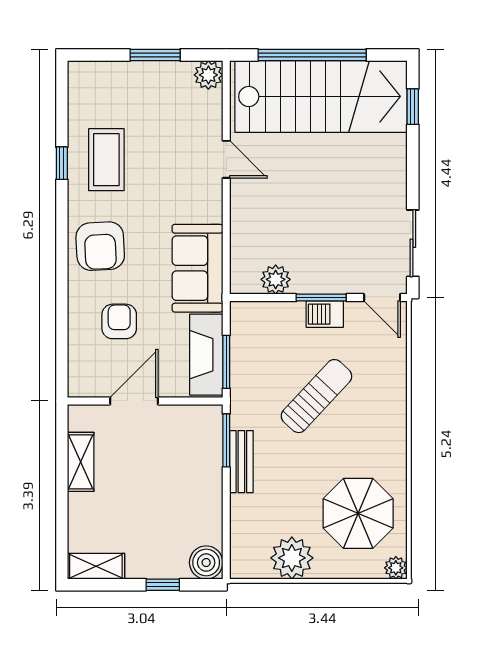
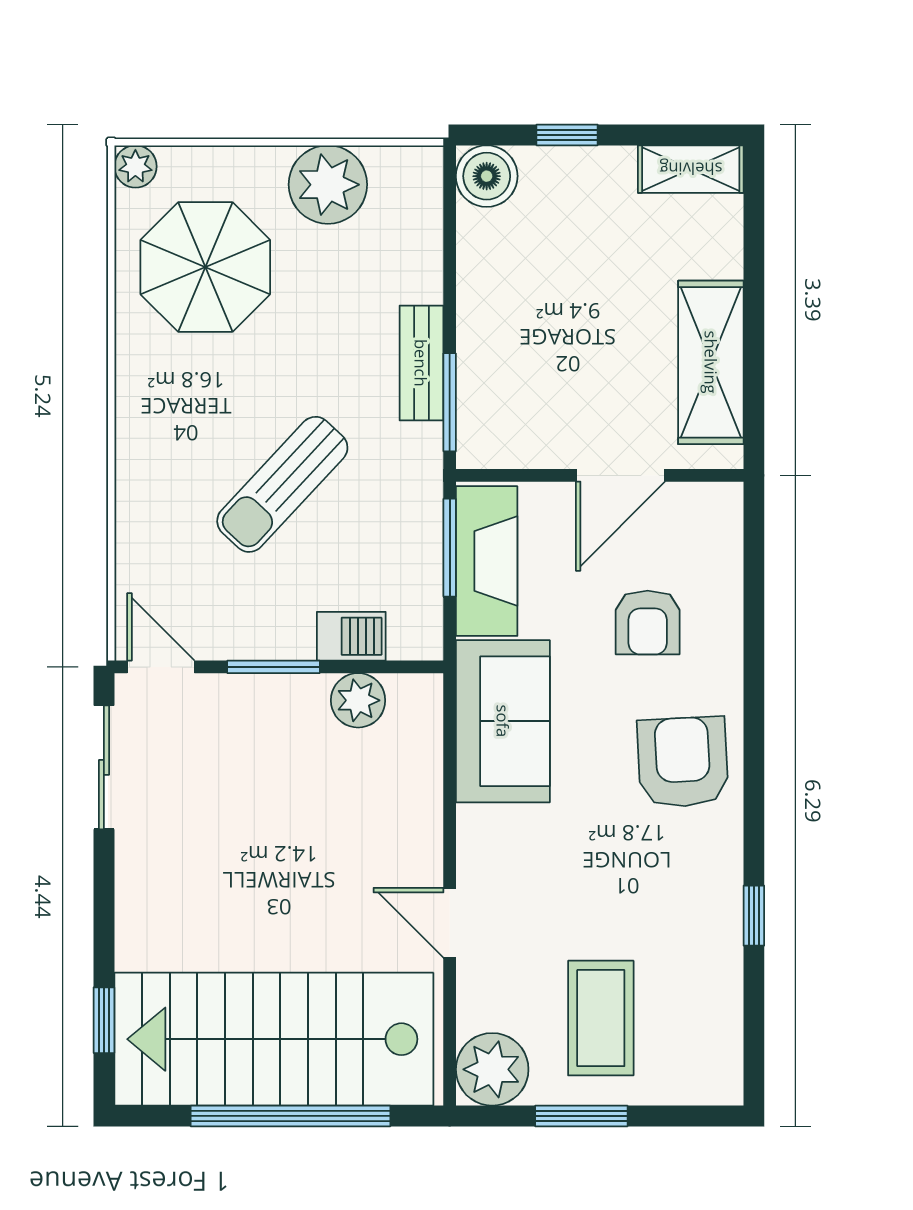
plant: (208, 75) -> (492, 1069), width x1.36, depth x1.36
coffee table: (106, 160) -> (601, 1018), moved
barbecue: (325, 314) -> (351, 636), moved
shelving: (81, 462) -> (711, 362), width x1.50, depth x1.33

